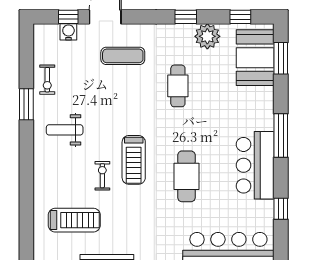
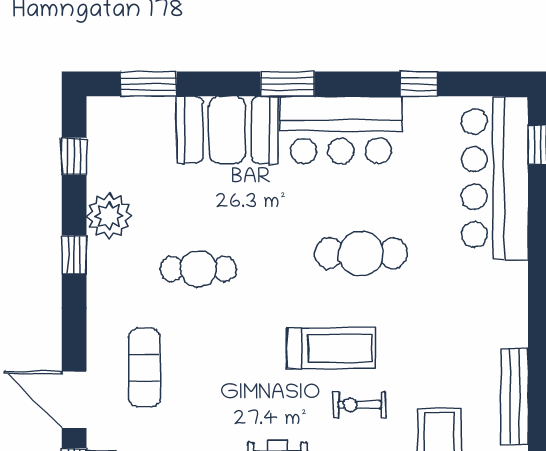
booth: (255, 58) -> (227, 130), moved
window: (281, 135) -> (287, 84), width x0.69

